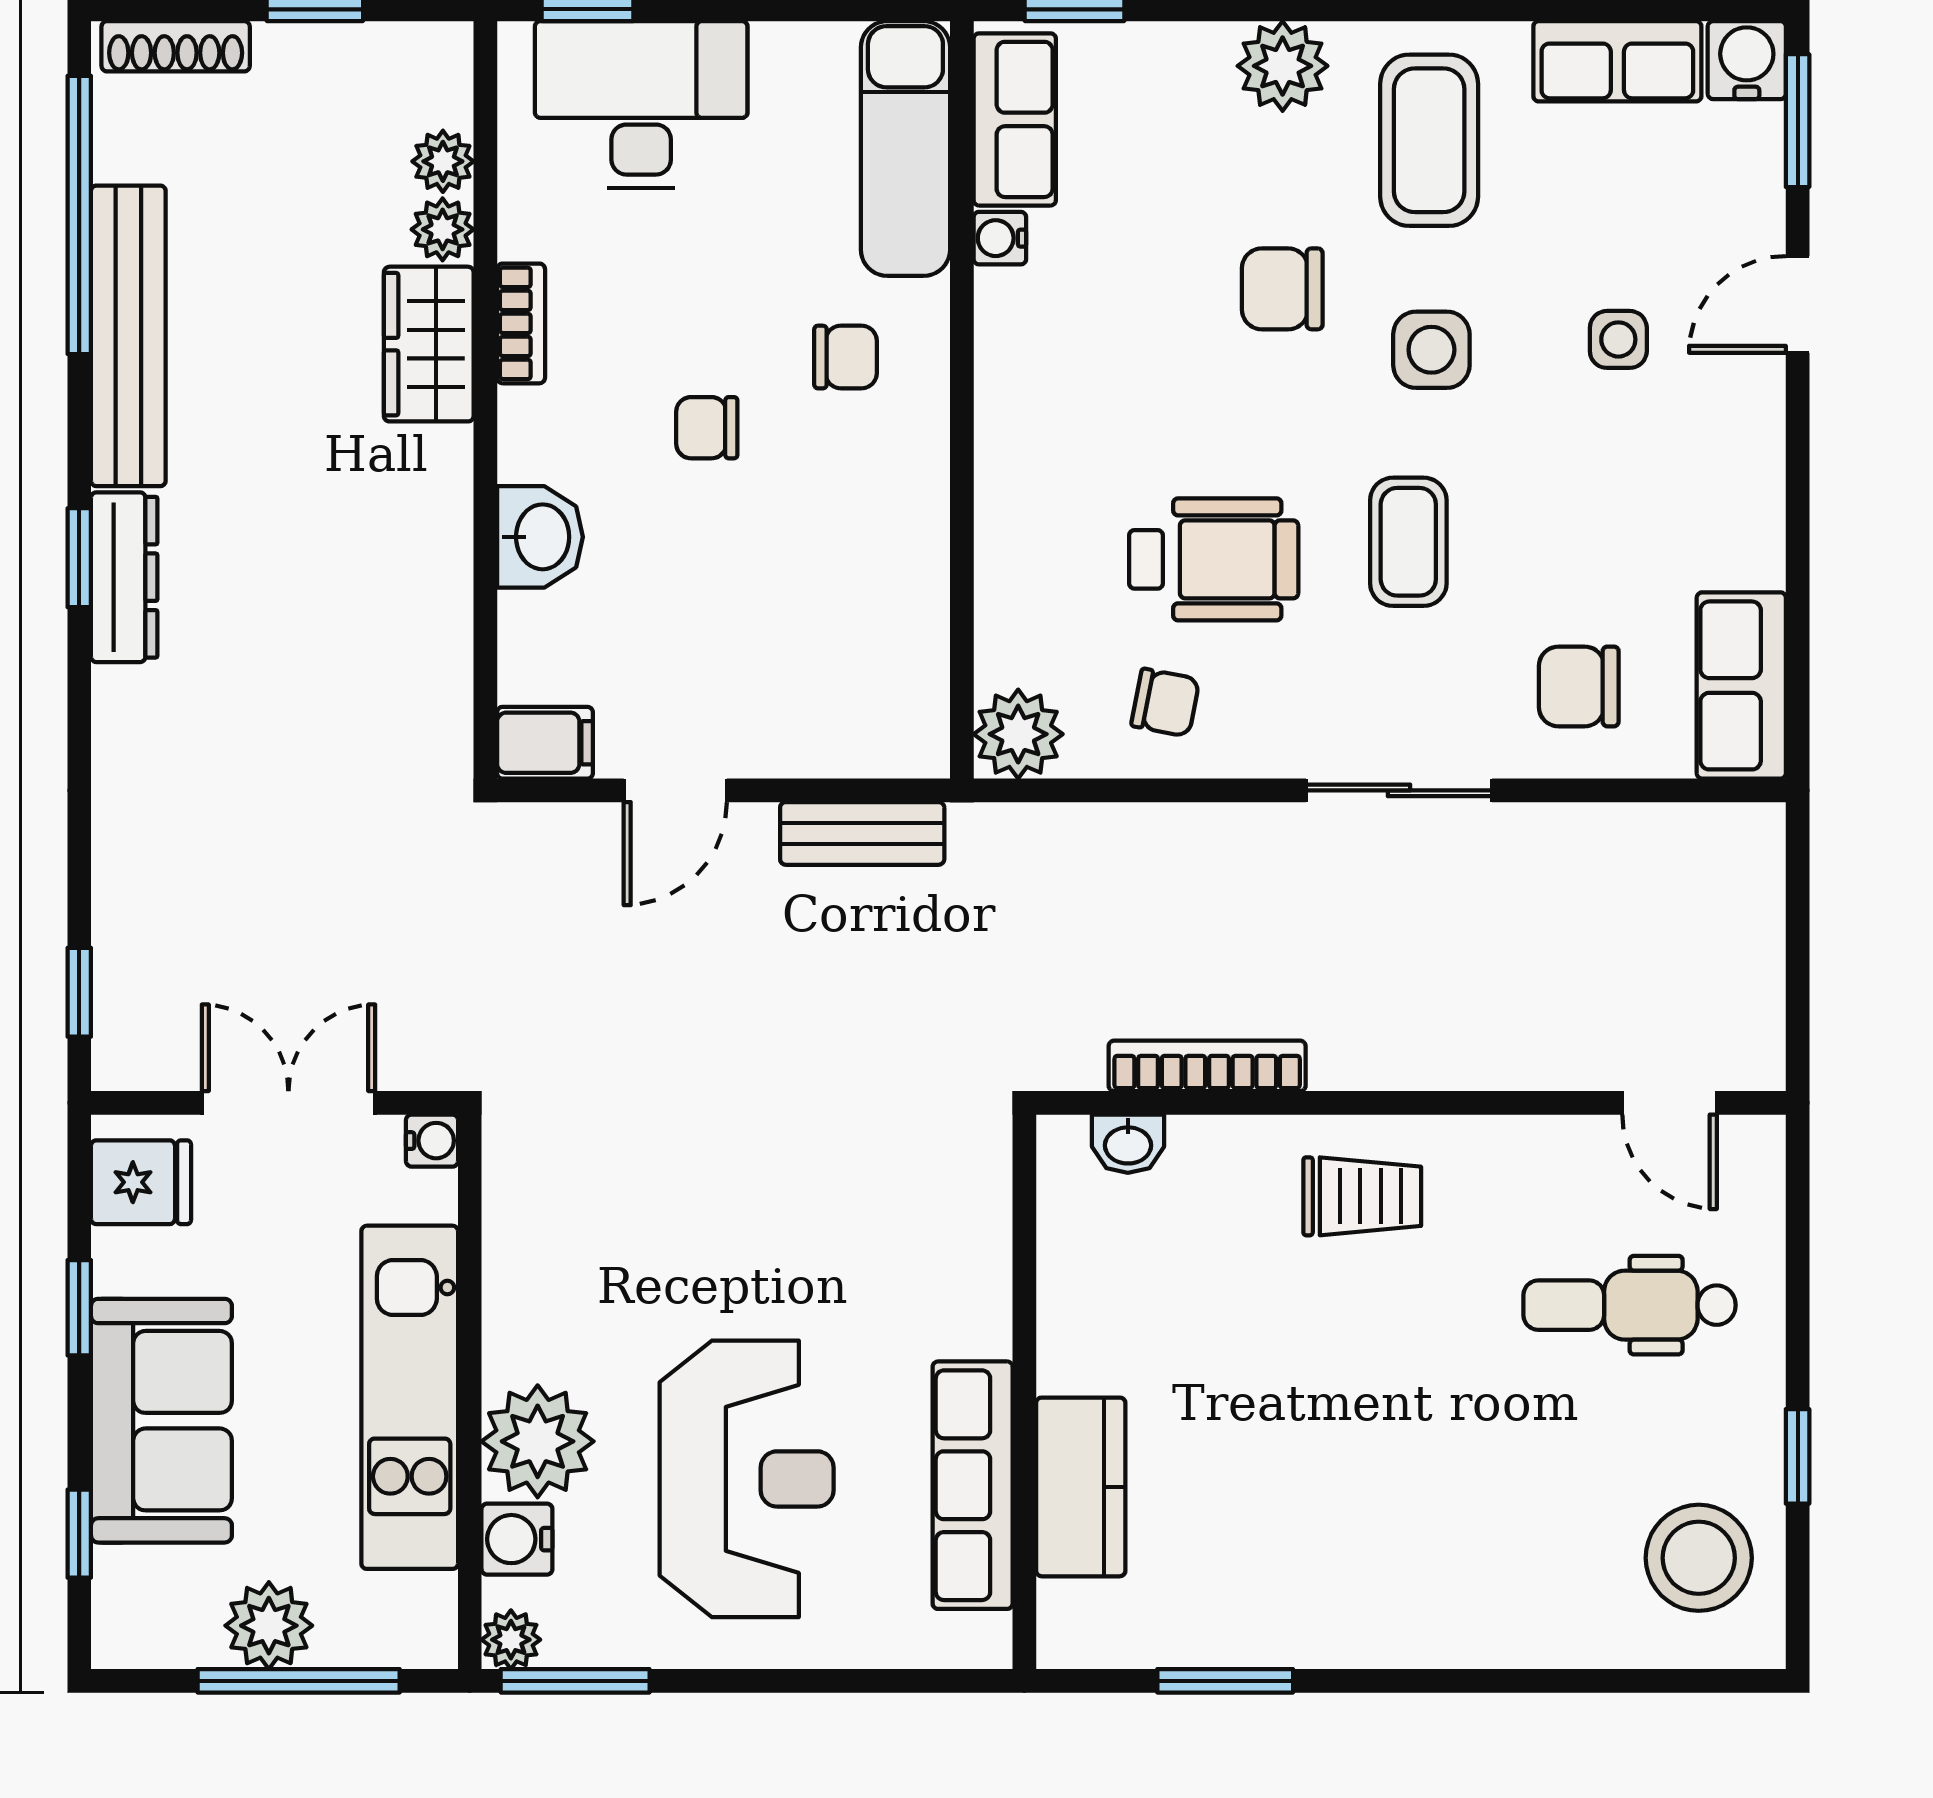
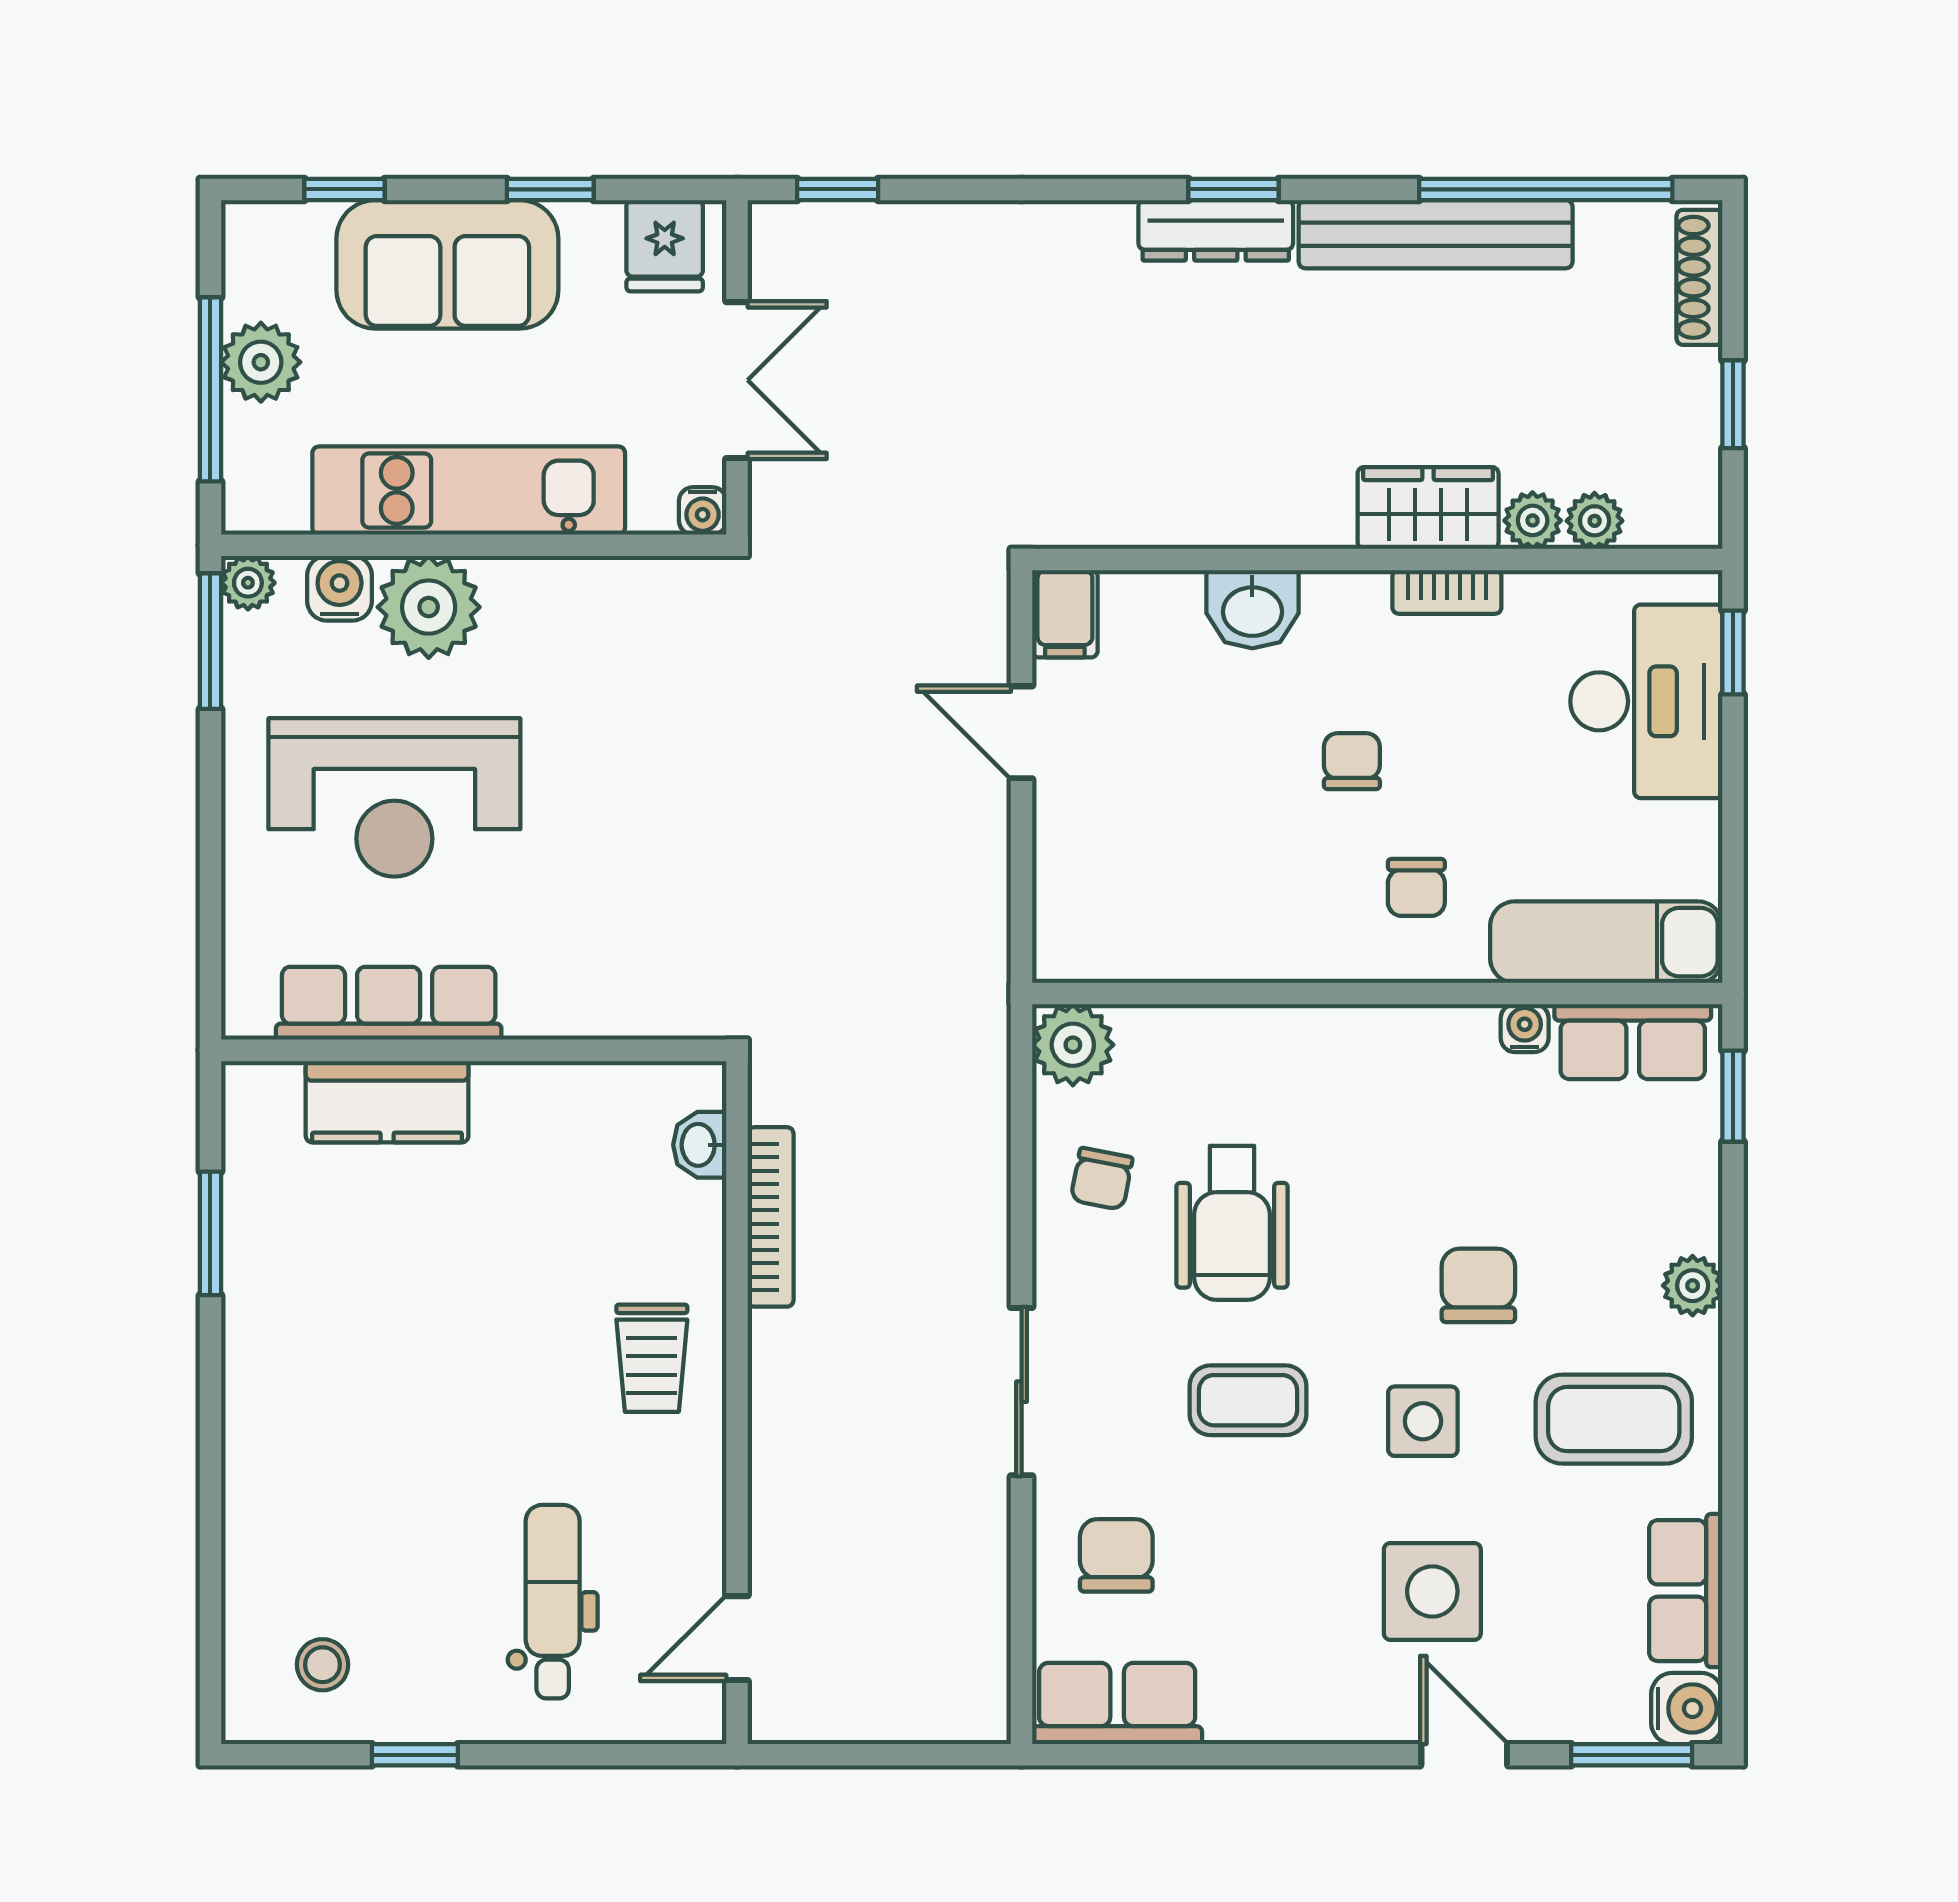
plant: (1283, 66) -> (1693, 1286), width x0.73, depth x0.73
side table: (1618, 339) -> (1432, 1591), width x1.87, depth x1.87
bench: (862, 833) -> (982, 903), removed
stool: (1699, 1558) -> (323, 1665), width x0.53, depth x0.53

